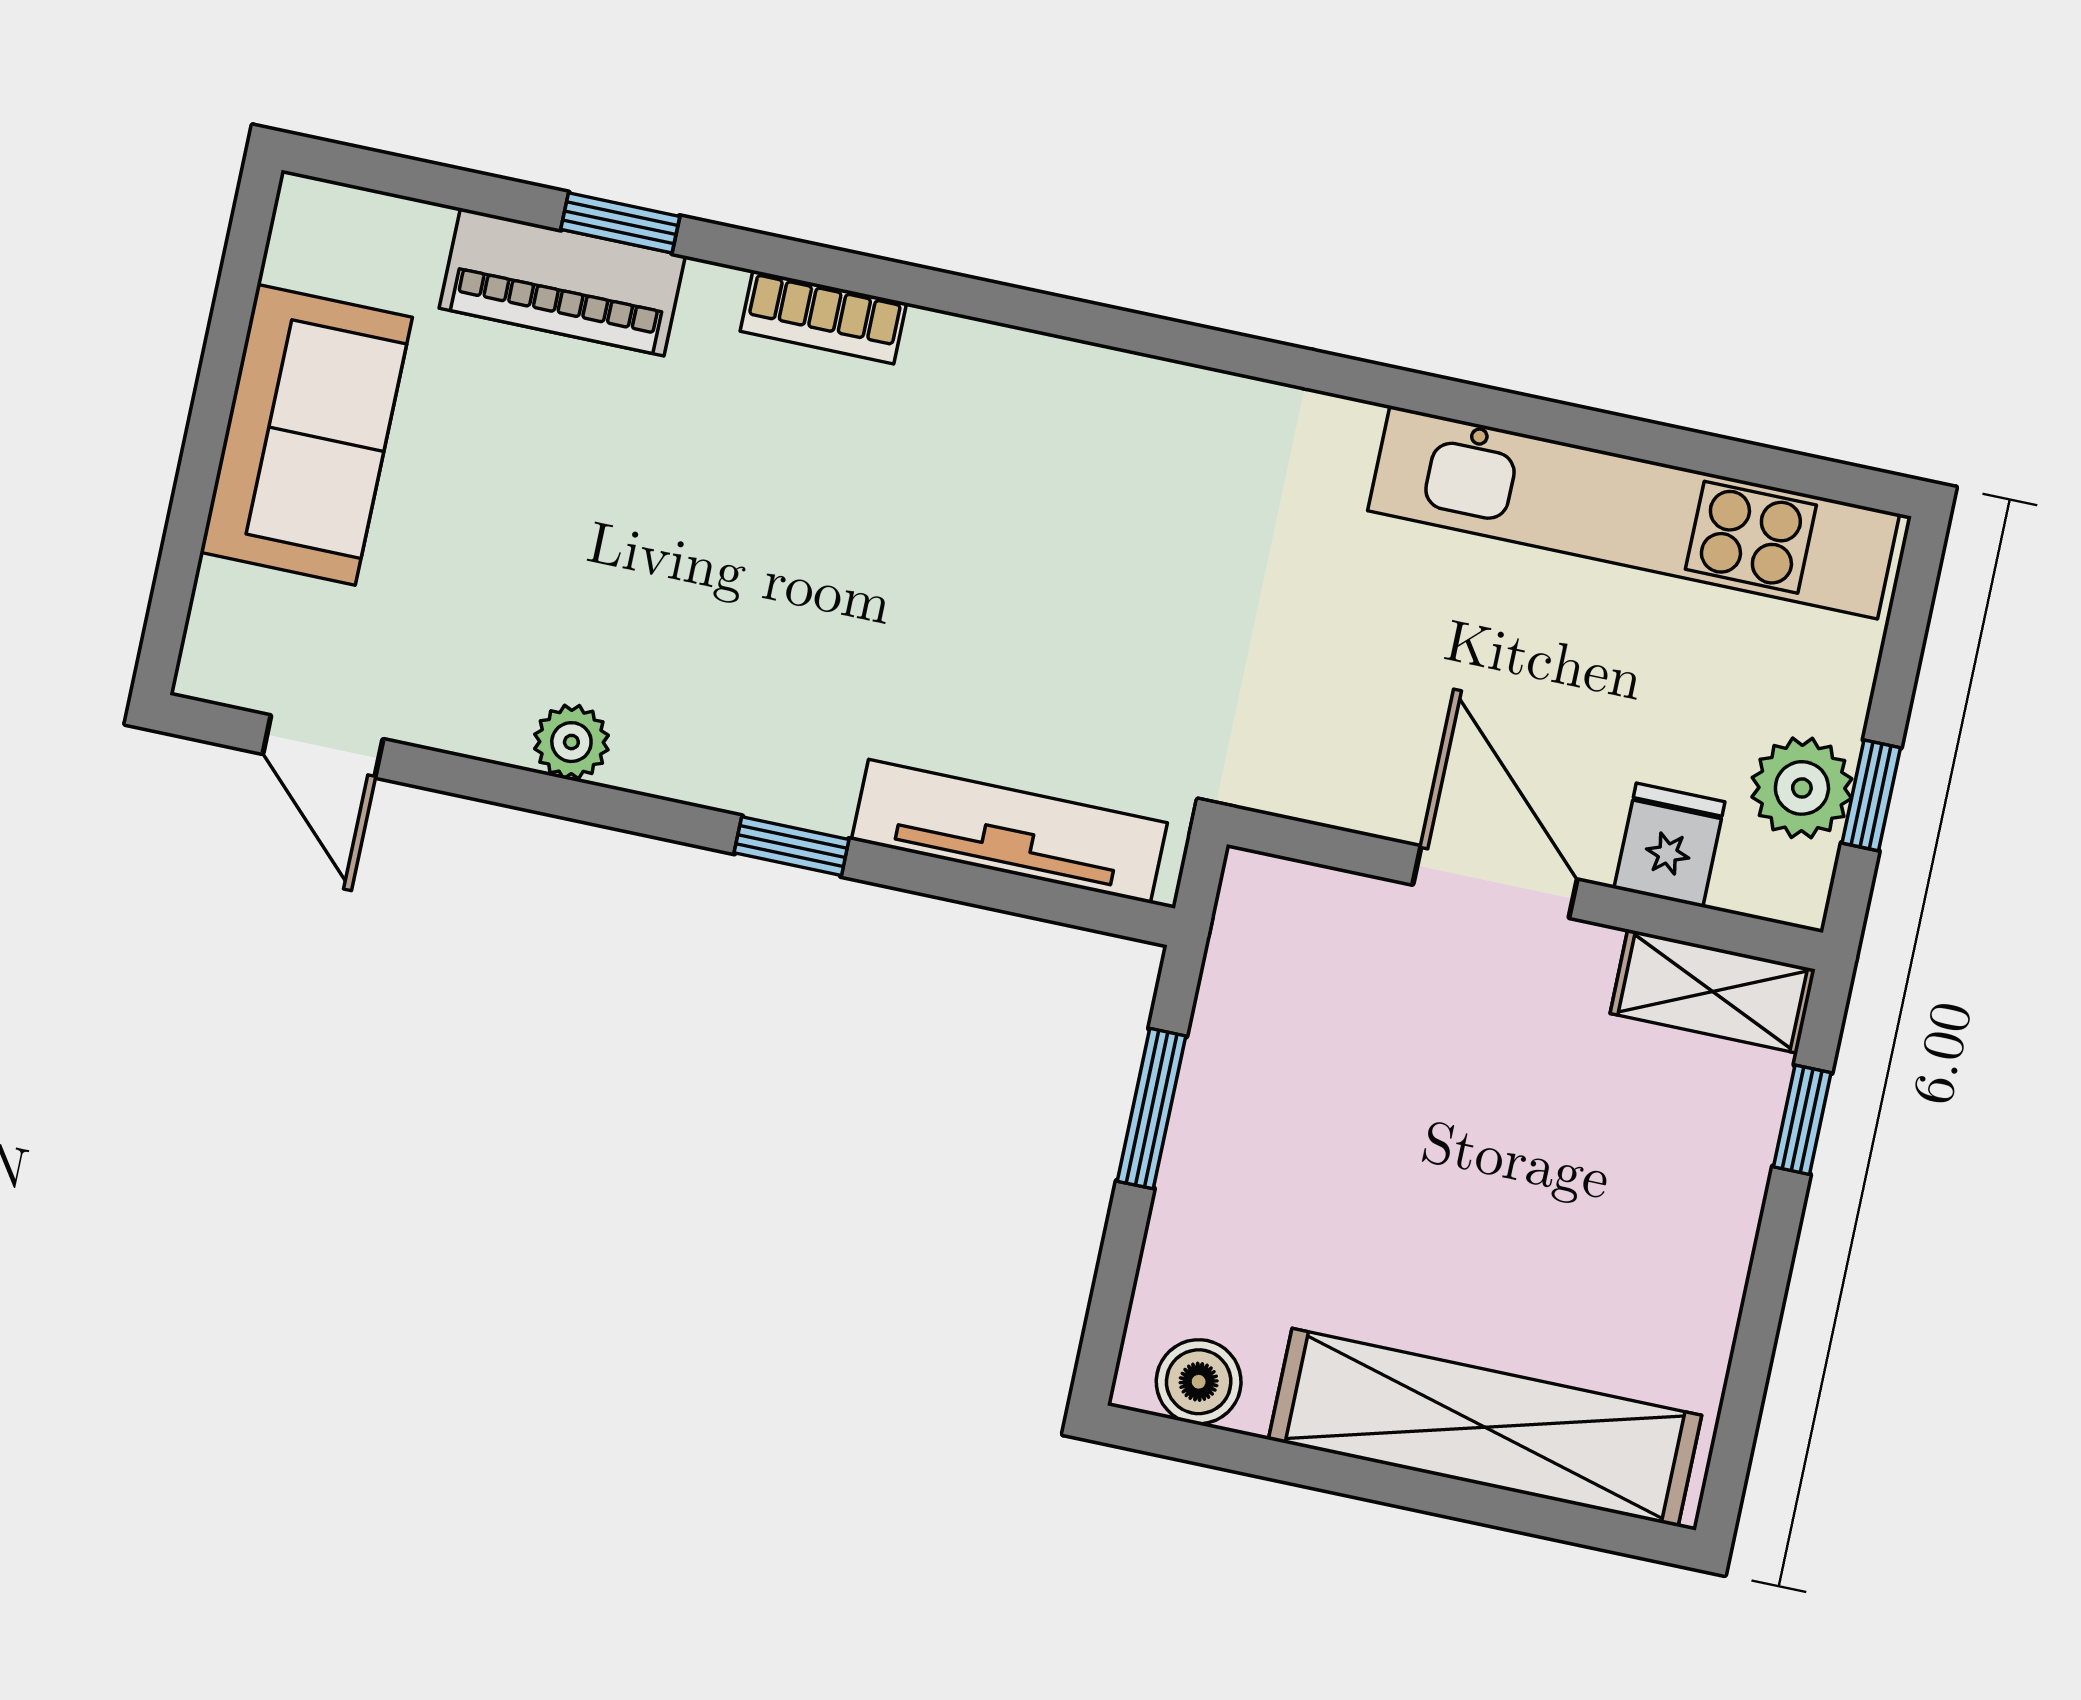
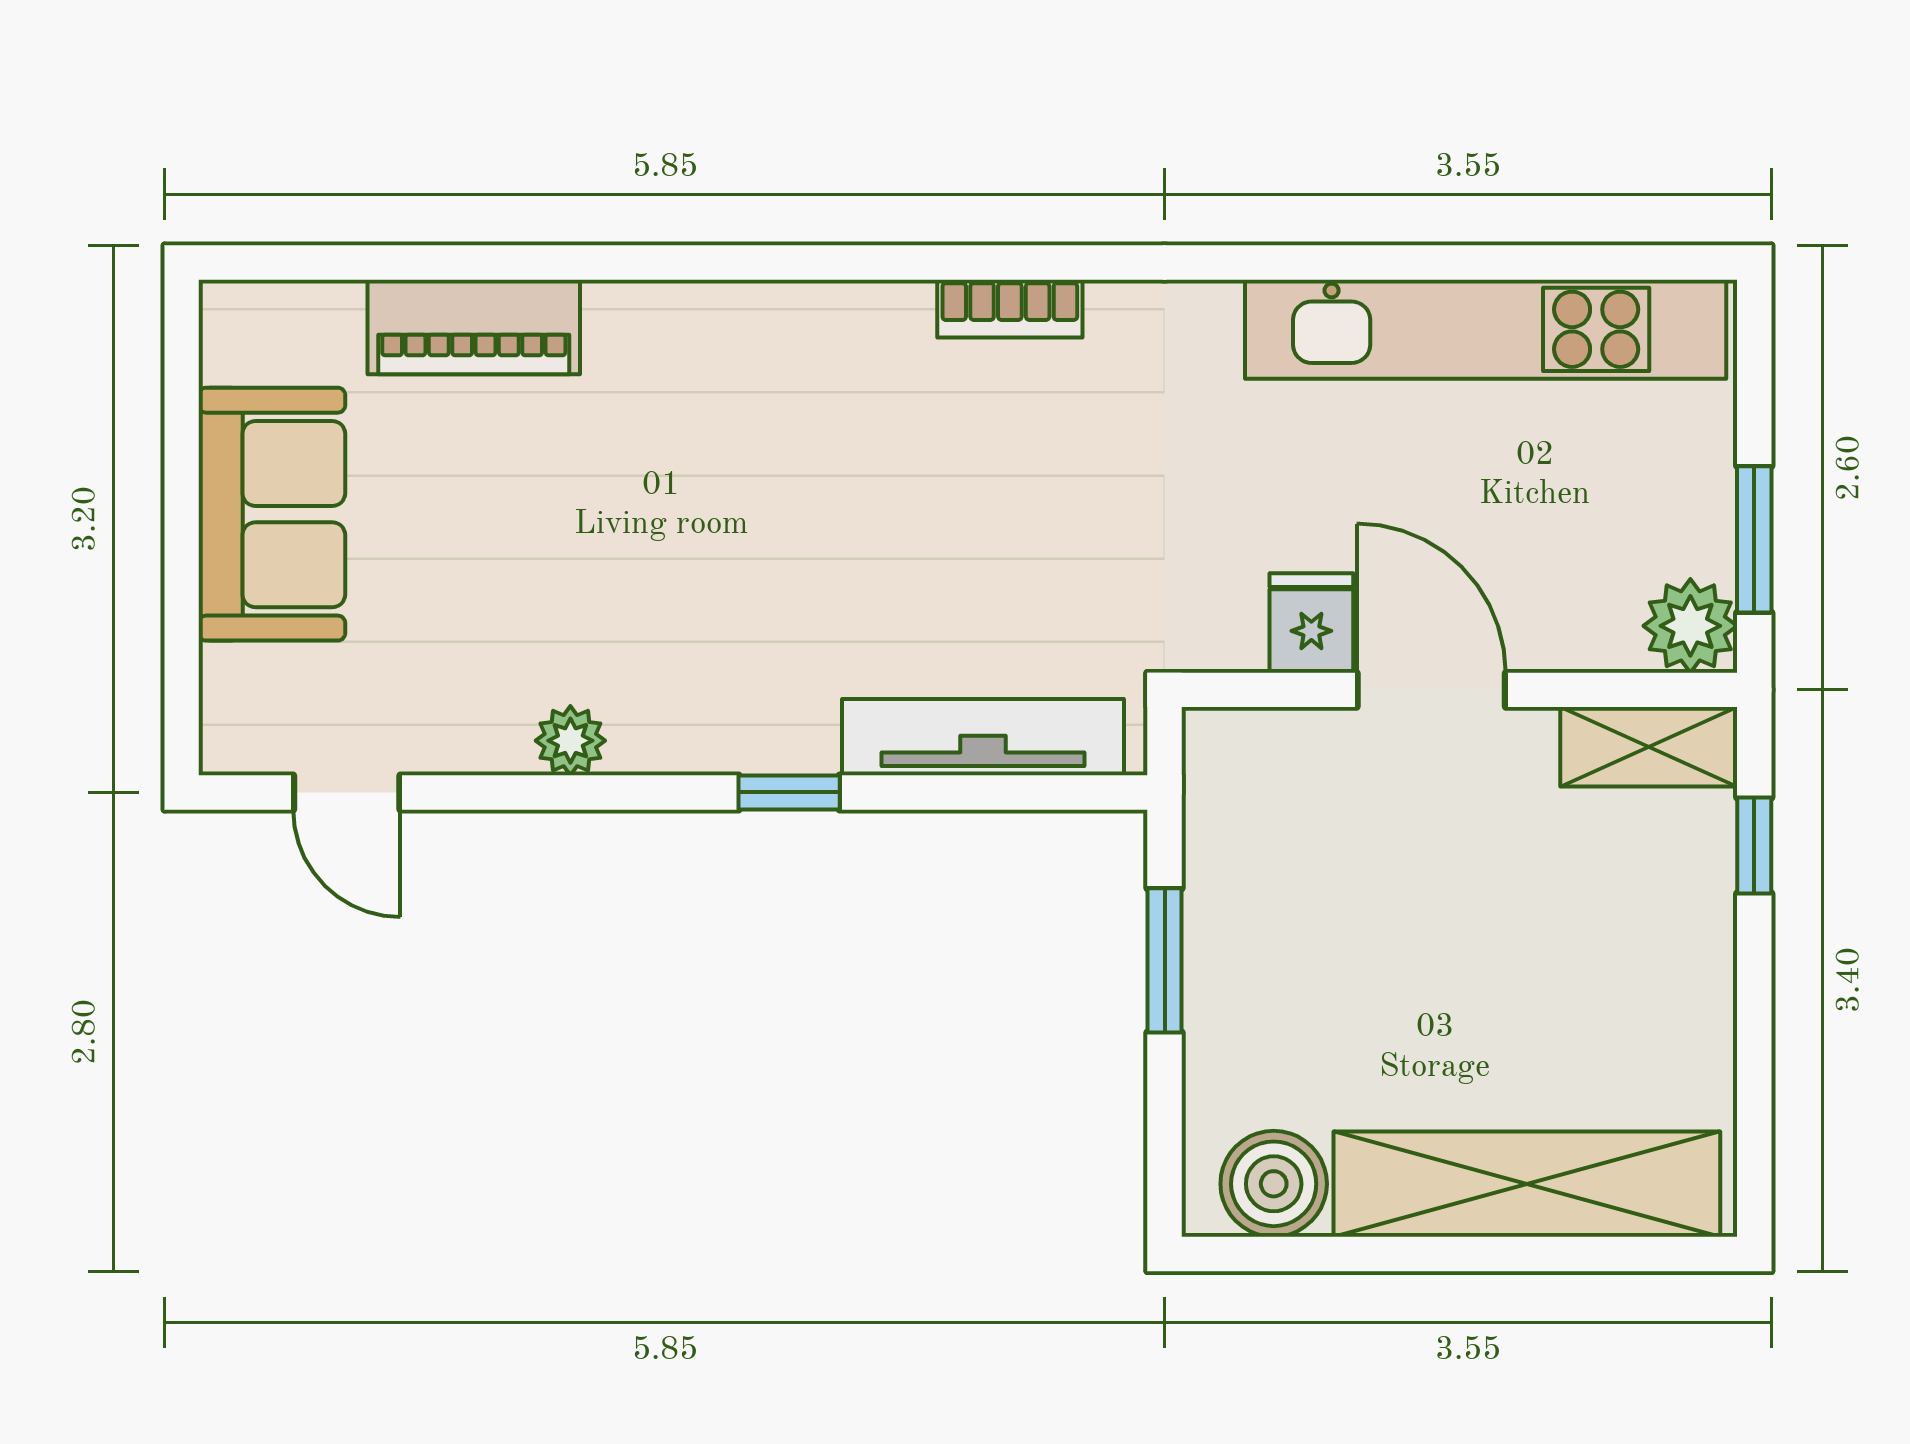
window: (620, 223) -> (515, 262), removed
bookcase: (823, 317) -> (1010, 309), moved
plant: (1802, 788) -> (1690, 626), moved
window: (1871, 795) -> (1754, 539), width x1.50
fridge: (1669, 845) -> (1311, 623), moved
boiler: (1199, 1382) -> (1274, 1184), width x1.36, depth x1.36

